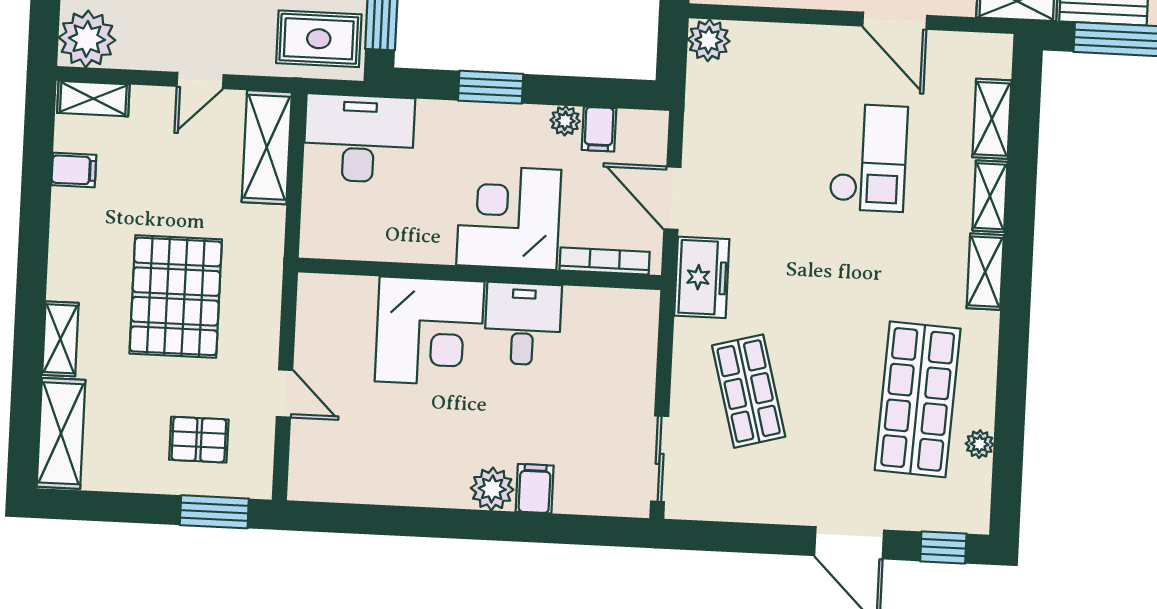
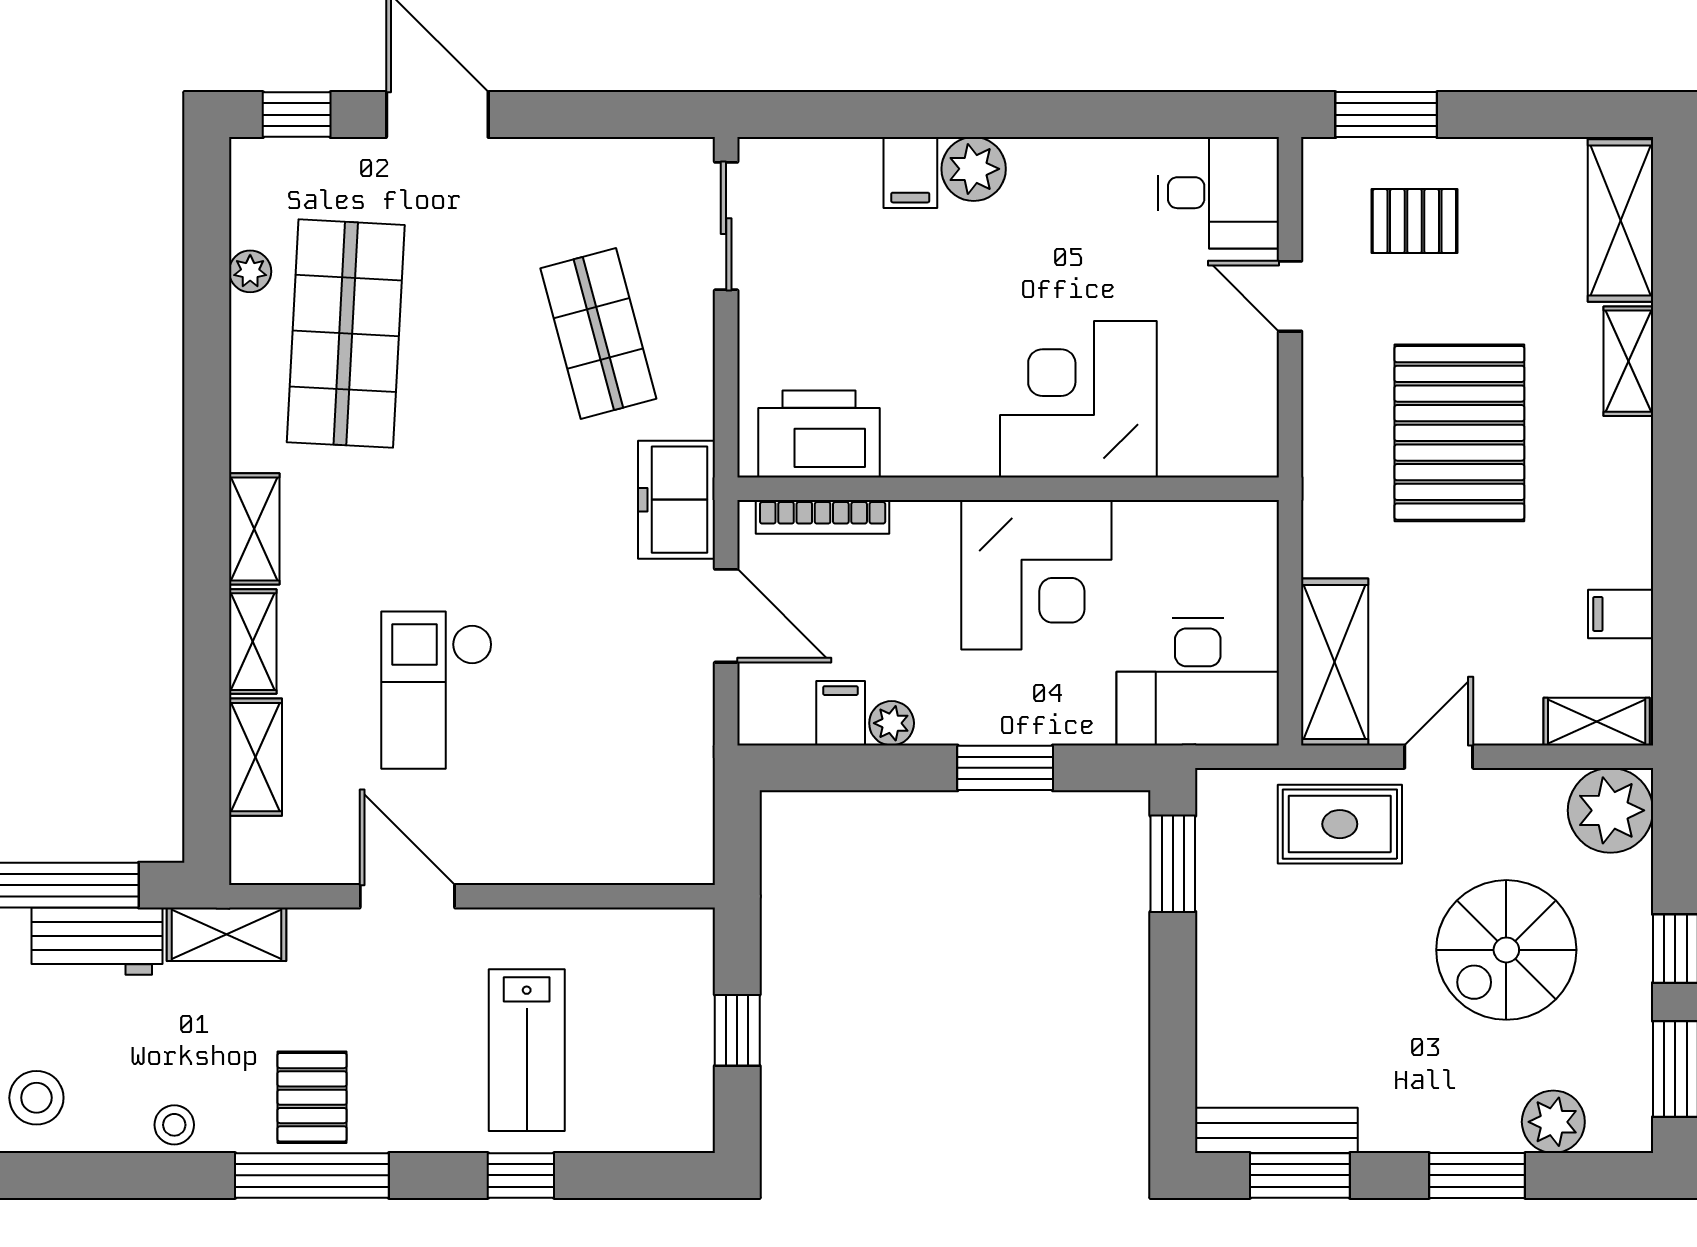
rug: (319, 39) -> (1340, 824), moved
plant: (709, 40) -> (683, 854), removed
corner desk: (509, 218) -> (1036, 575), moved
printer: (604, 317) -> (819, 434), added
desk: (523, 324) -> (1219, 193), moved, turned -90

